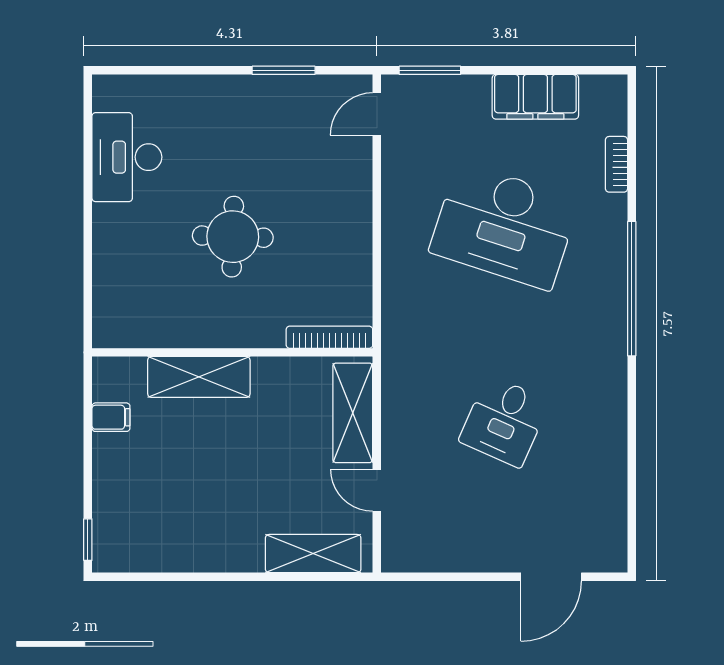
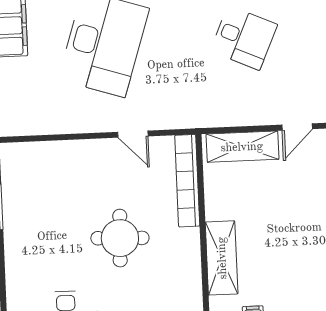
door: (377, 114) -> (133, 134), moved
bookcase: (329, 337) -> (187, 181), width x1.48, depth x1.31

